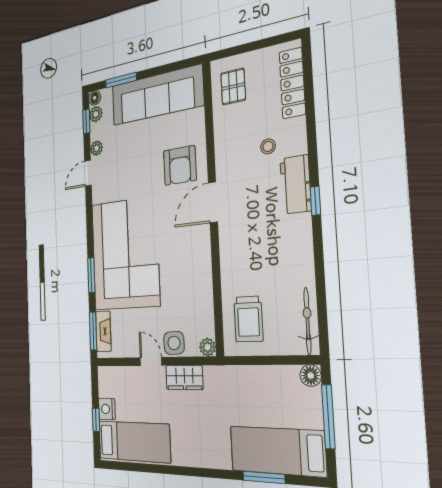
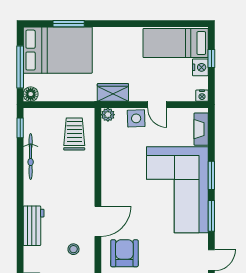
stool: (268, 146) -> (73, 249), moved
window: (315, 201) -> (20, 128), moved
bicycle: (308, 321) -> (31, 156), moved
window: (93, 331) -> (211, 216), moved
nightstand: (104, 373) -> (202, 96), added
wardrobe: (184, 378) -> (113, 92), moved
bed: (277, 451) -> (58, 50), width x1.50

